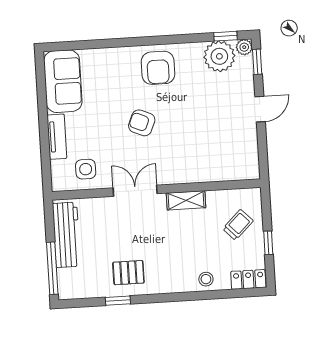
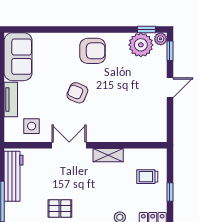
armchair: (158, 68) -> (93, 51), turned -90
trolley: (238, 225) -> (147, 177), turned -136

